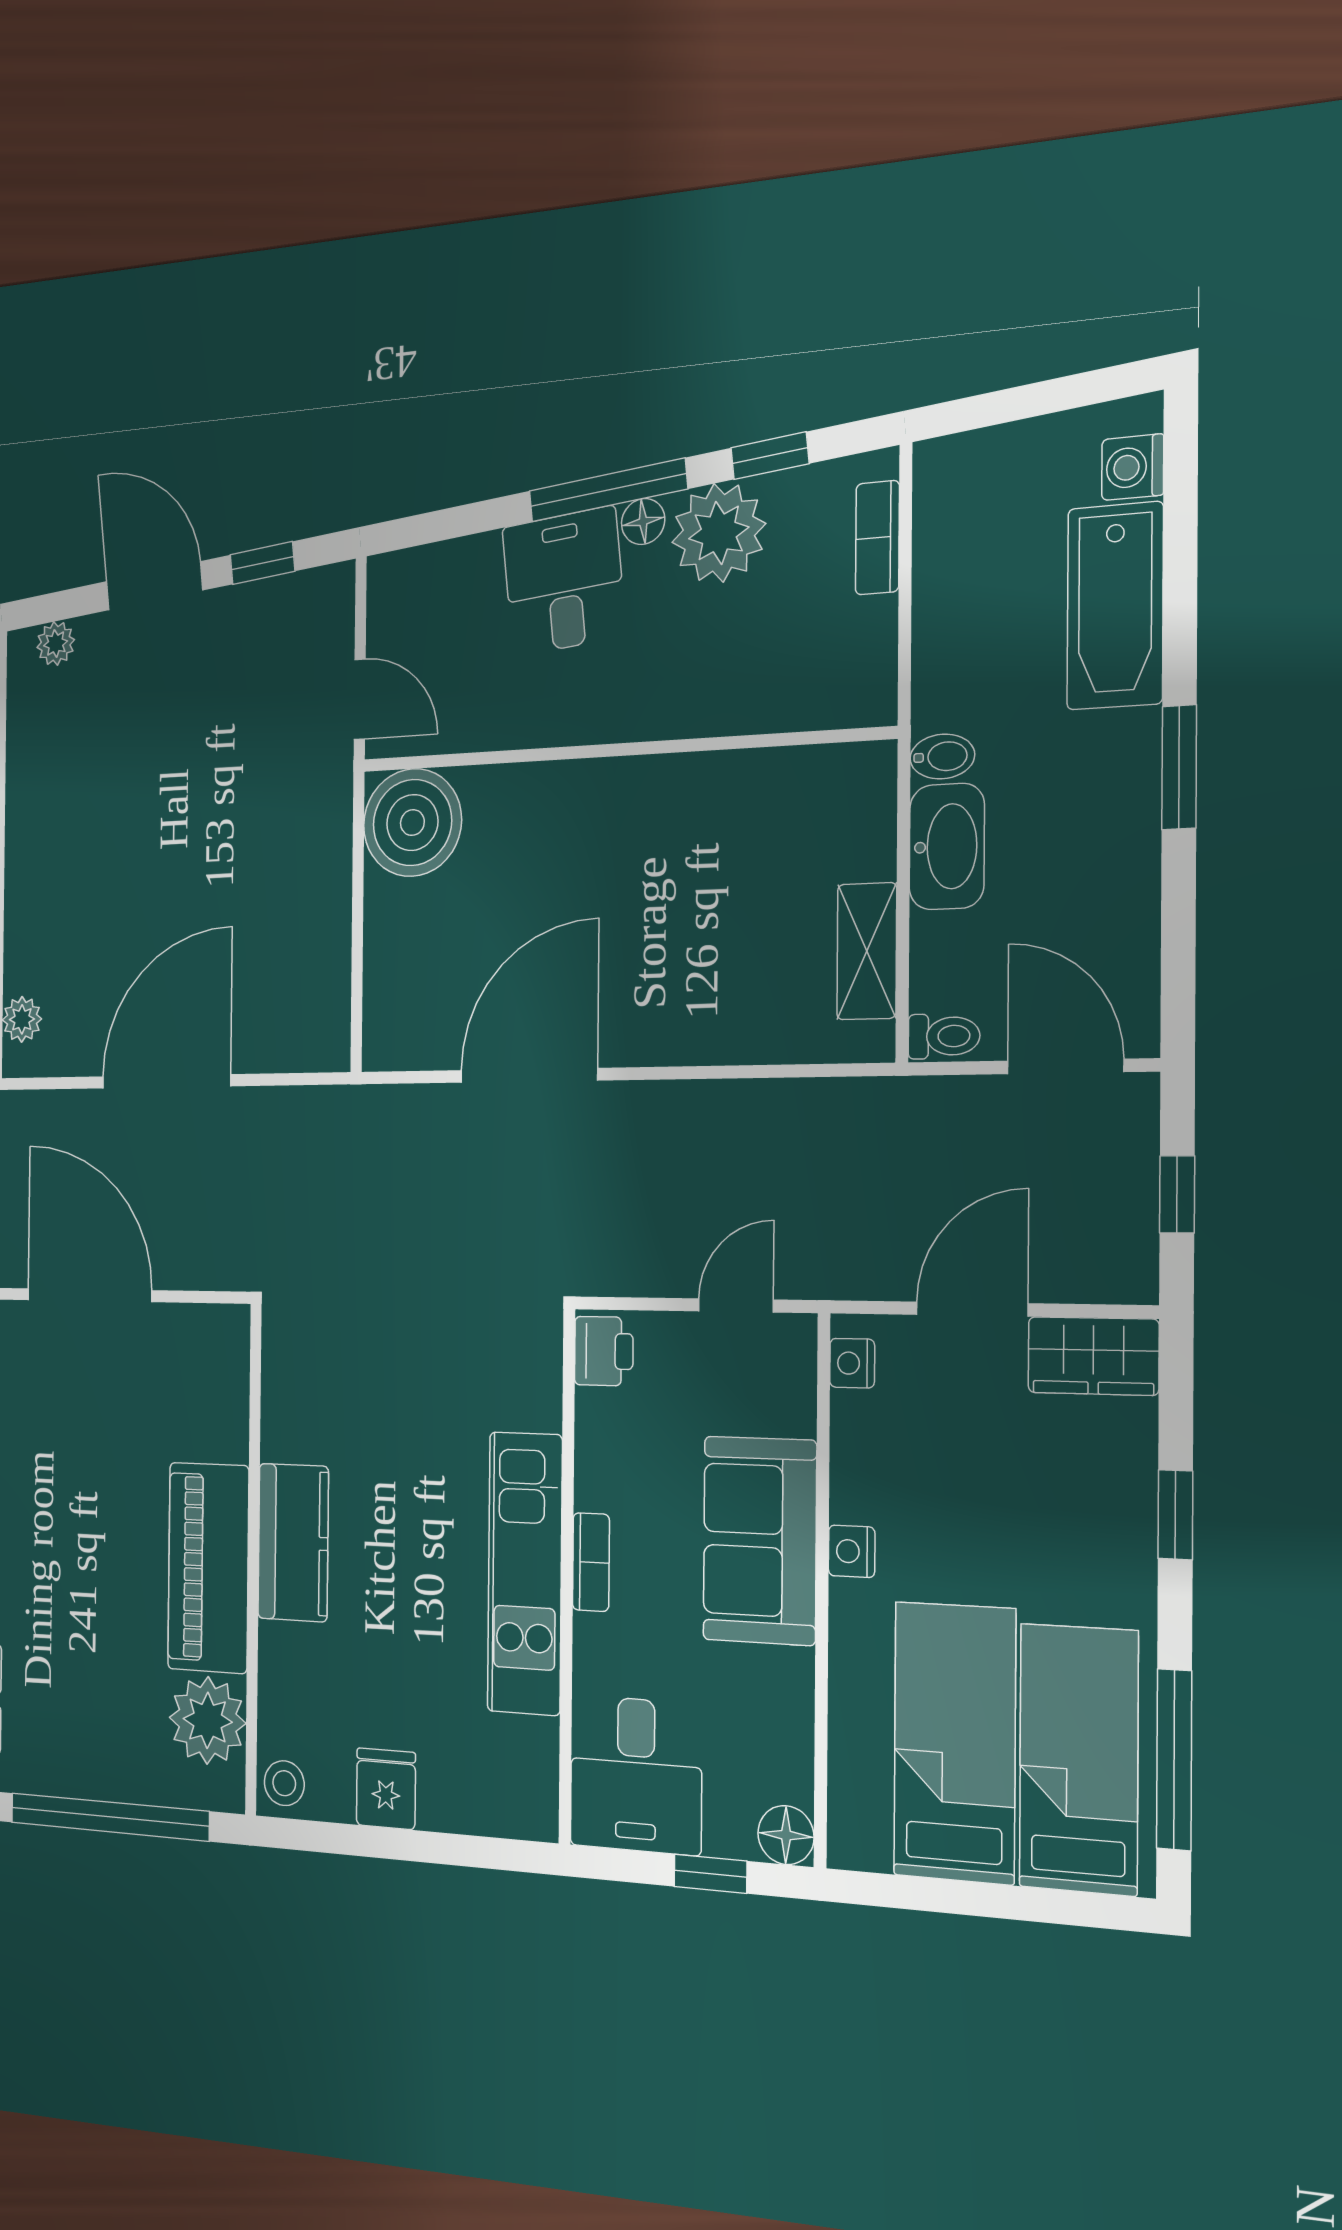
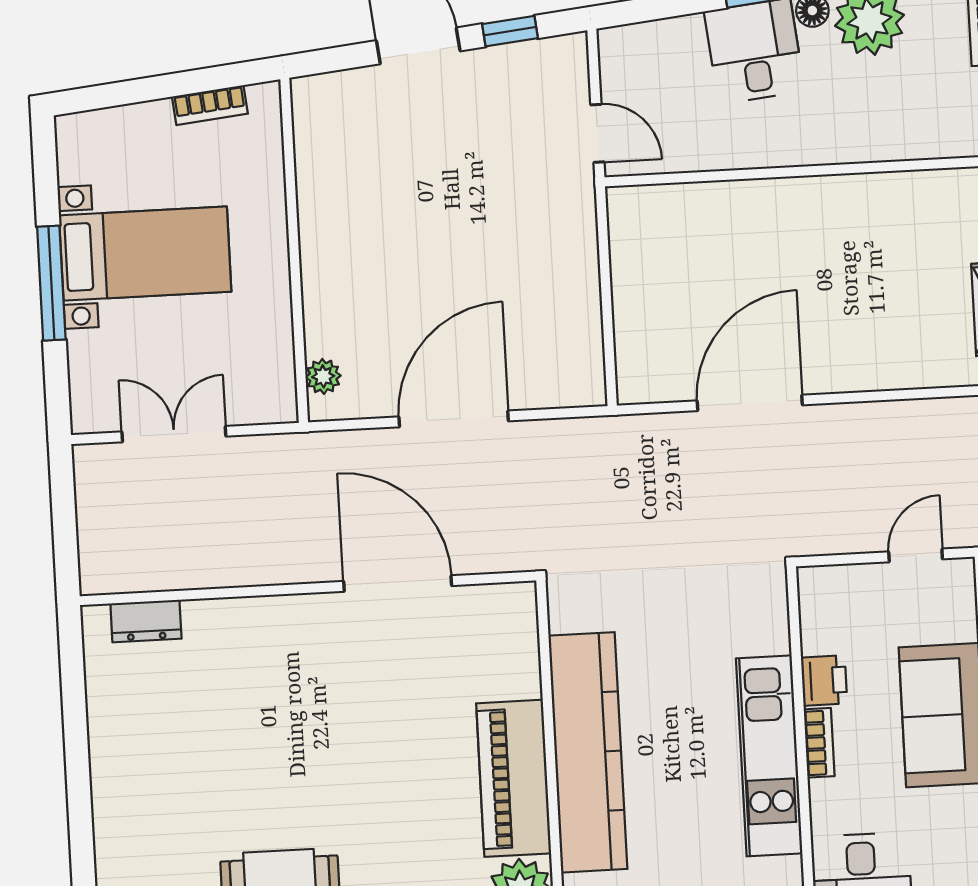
plant: (56, 643) -> (334, 88), removed
boiler: (412, 823) -> (646, 223), removed
printer: (604, 1351) -> (824, 681), moved
kitchen counter: (293, 1542) -> (588, 752), width x2.08, depth x1.17

